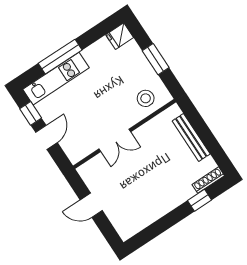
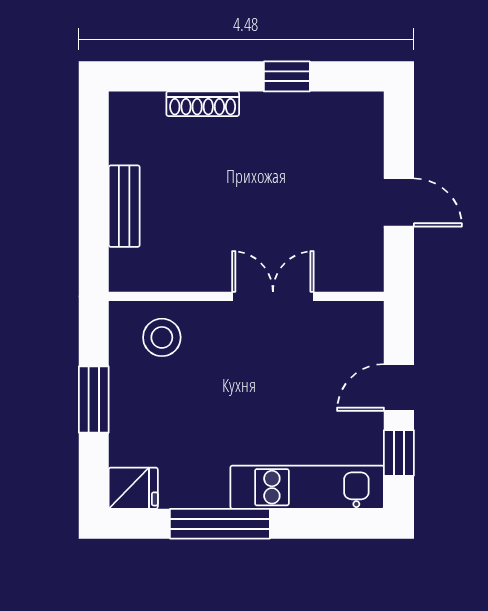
window: (60, 57) -> (220, 524), moved
bench: (191, 137) -> (124, 206), width x0.73
shoe rack: (208, 180) -> (203, 104), moved
window: (199, 200) -> (287, 76), moved

